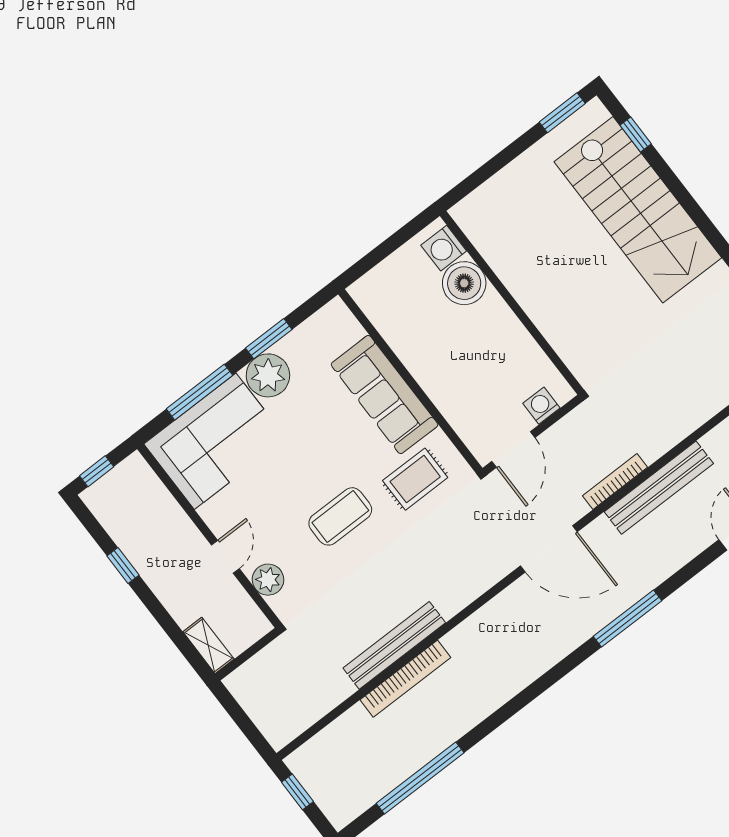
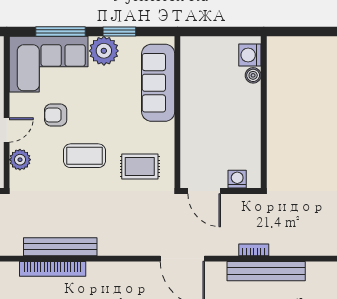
boiler: (464, 283) -> (253, 75), width x0.54, depth x0.54
sofa: (385, 395) -> (158, 83), moved
door: (513, 450) -> (204, 191), hinge flipped
bookcase: (615, 481) -> (254, 250), width x0.64
armchair: (269, 495) -> (56, 115), added

